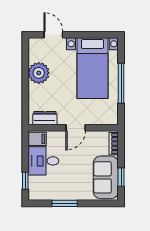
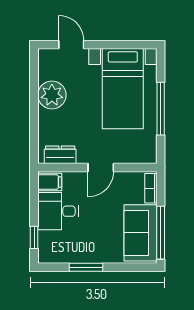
window: (121, 177) -> (161, 233), width x2.17

